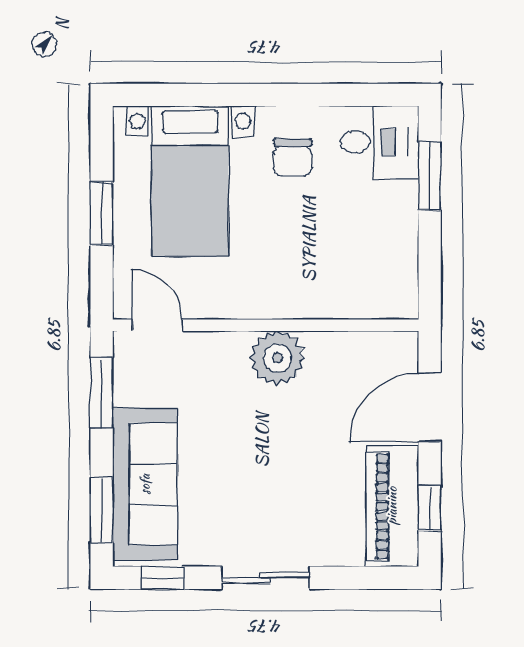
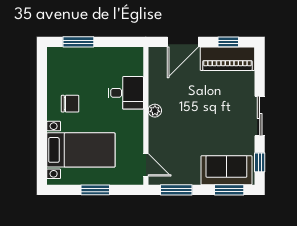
desk: (380, 142) -> (126, 93), moved, turned 90
door: (157, 325) -> (146, 165), swing flipped
plant: (277, 358) -> (155, 111), width x0.53, depth x0.53
door: (430, 407) -> (183, 42), hinge flipped
sofa: (145, 484) -> (226, 170), width x0.73

